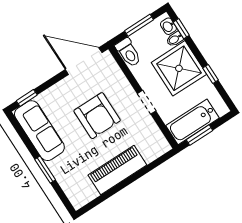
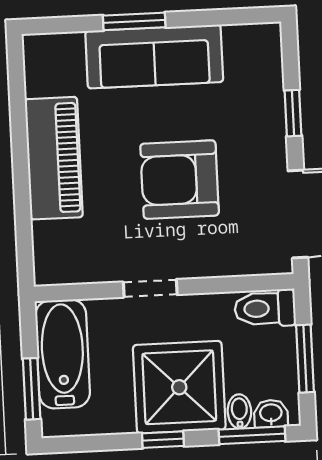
window: (181, 29) -> (252, 435), width x1.50
window: (211, 74) -> (163, 440), moved
window: (27, 98) -> (293, 113), moved
sofa: (39, 131) -> (154, 56), moved
window: (200, 135) -> (32, 389), moved

